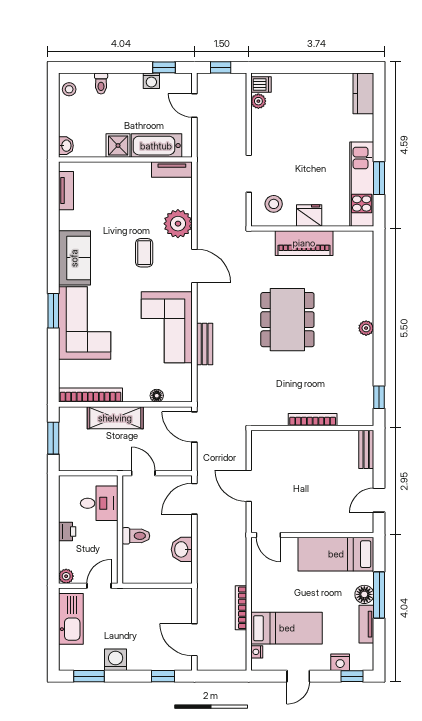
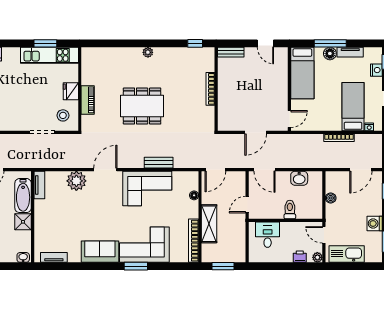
piano: (304, 243) -> (88, 100), width x0.73, depth x0.75
coffee table: (144, 253) -> (96, 204), removed
printer: (67, 531) -> (300, 257), moved
boiler: (153, 596) -> (331, 198), added

